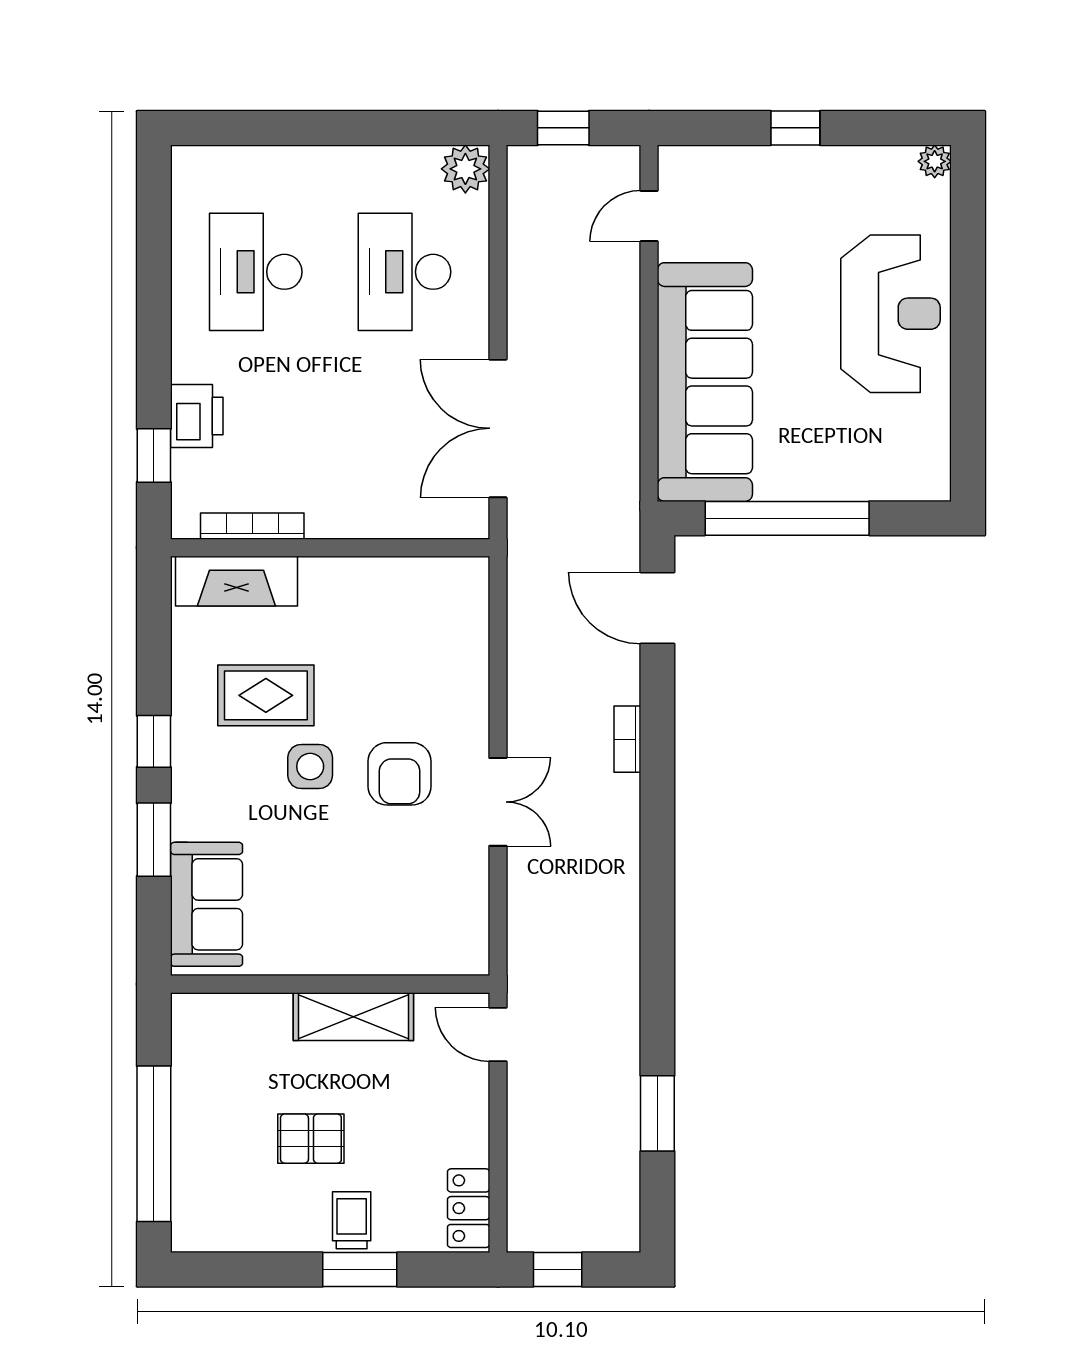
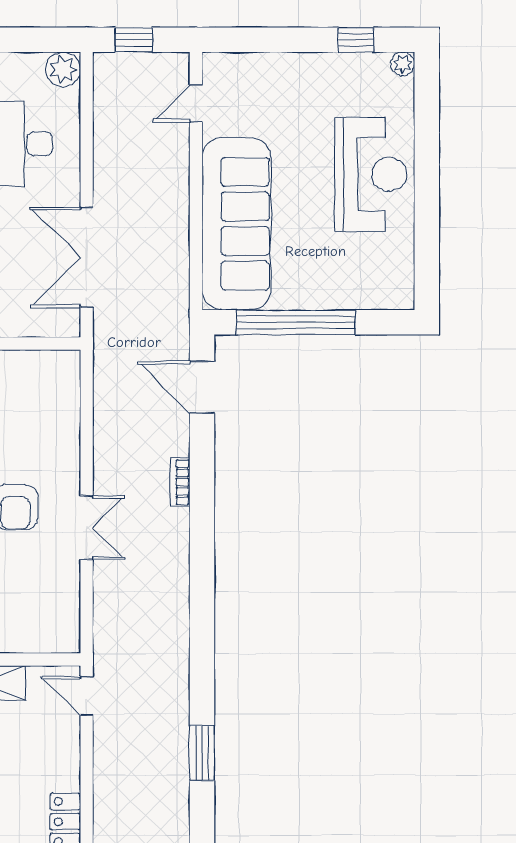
window: (795, 128) -> (356, 40), moved

